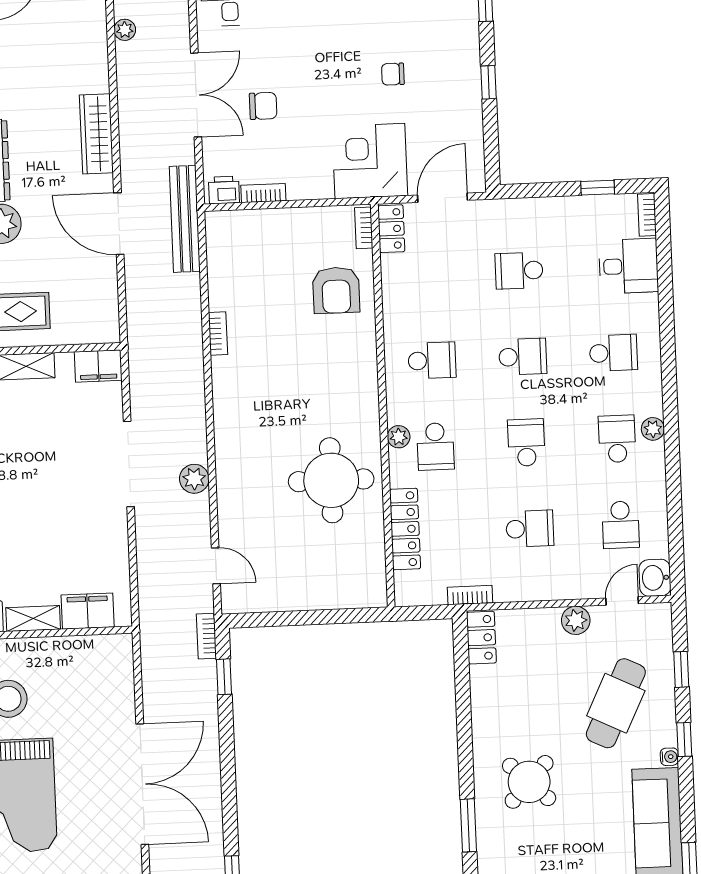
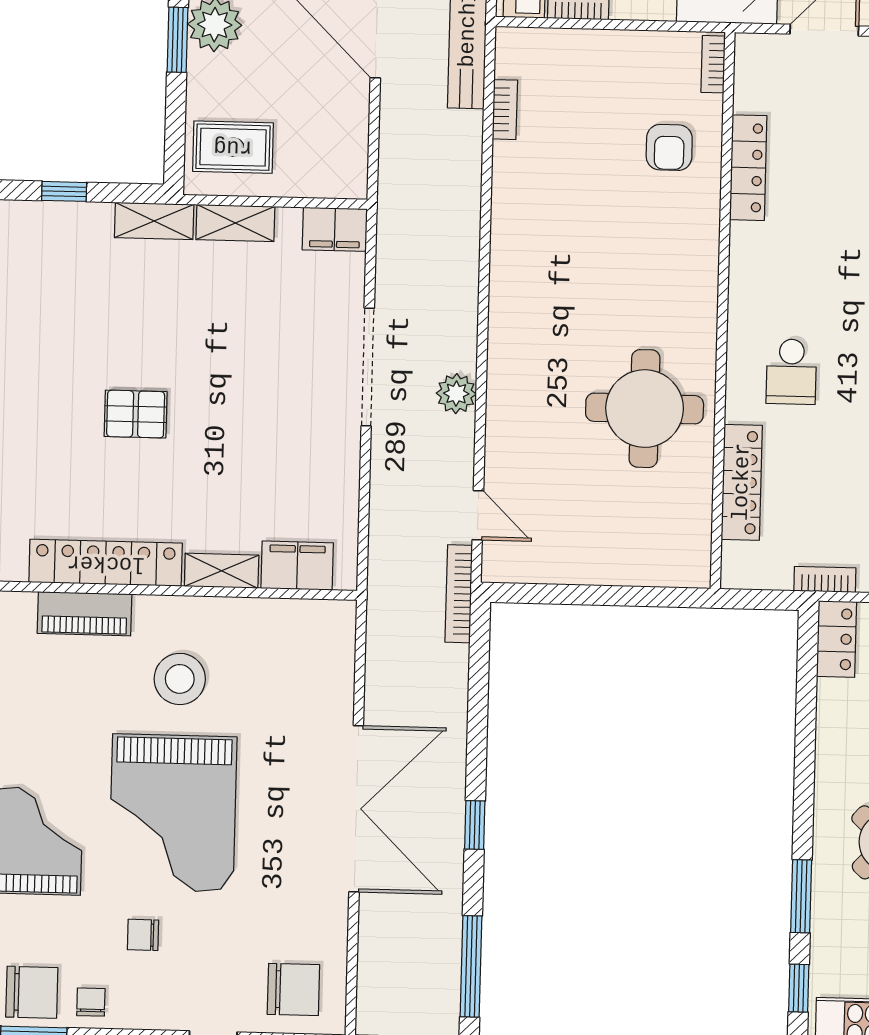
locker: (391, 229) -> (748, 168), moved, width x1.53
armchair: (336, 290) -> (669, 147), width x0.72, depth x0.72
bookcase: (218, 333) -> (505, 110), moved
school desk: (432, 360) -> (794, 253), removed
plant: (399, 437) -> (741, 355), removed
bookcase: (206, 636) -> (459, 594), width x1.56
window: (224, 677) -> (475, 825), moved

